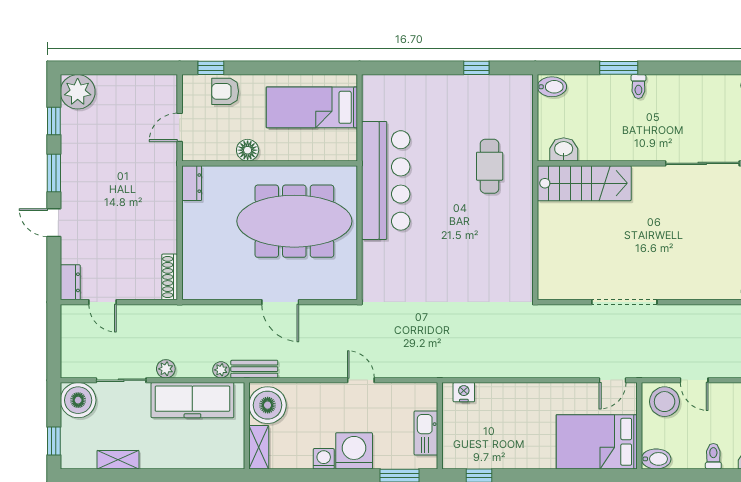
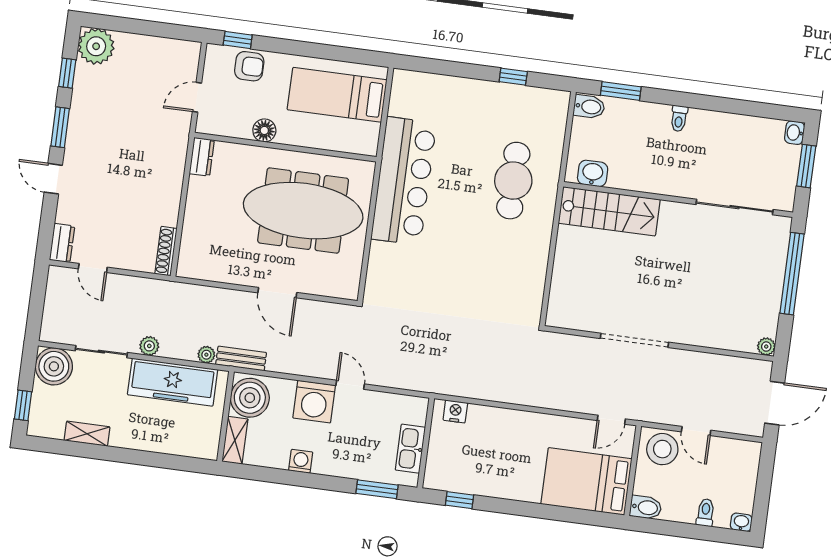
window: (619, 68) -> (621, 91), moved
armchair: (225, 91) -> (249, 66), turned 180
cafe table: (490, 166) -> (513, 181), width x1.37, depth x1.35
washing machine: (354, 451) -> (314, 402), moved, turned 180

